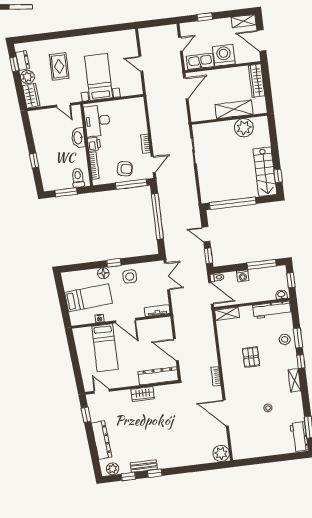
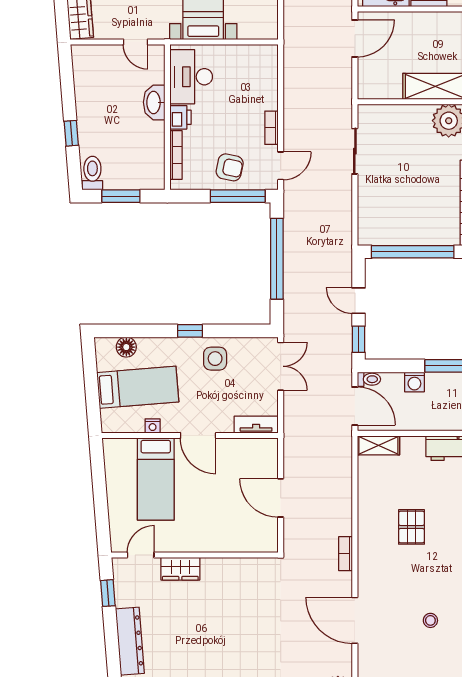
toilet: (78, 178) -> (92, 173), moved
floor lamp: (103, 273) -> (126, 347), moved
dresser: (158, 376) -> (244, 540), removed
door: (102, 391) -> (141, 555), hinge flipped
wardrobe: (143, 394) -> (180, 569), moved

